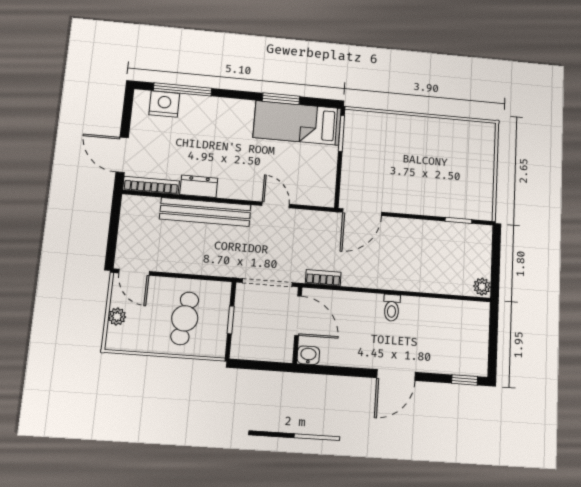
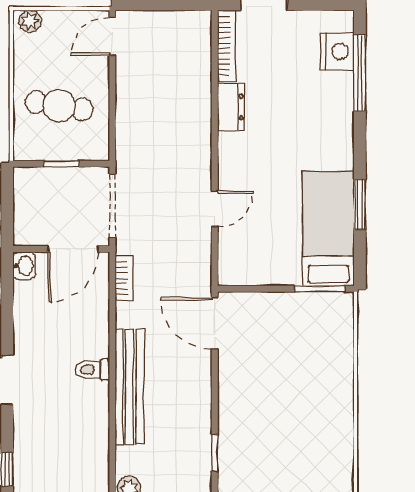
bench: (205, 212) -> (130, 387), moved
plant: (117, 317) -> (30, 21), moved

